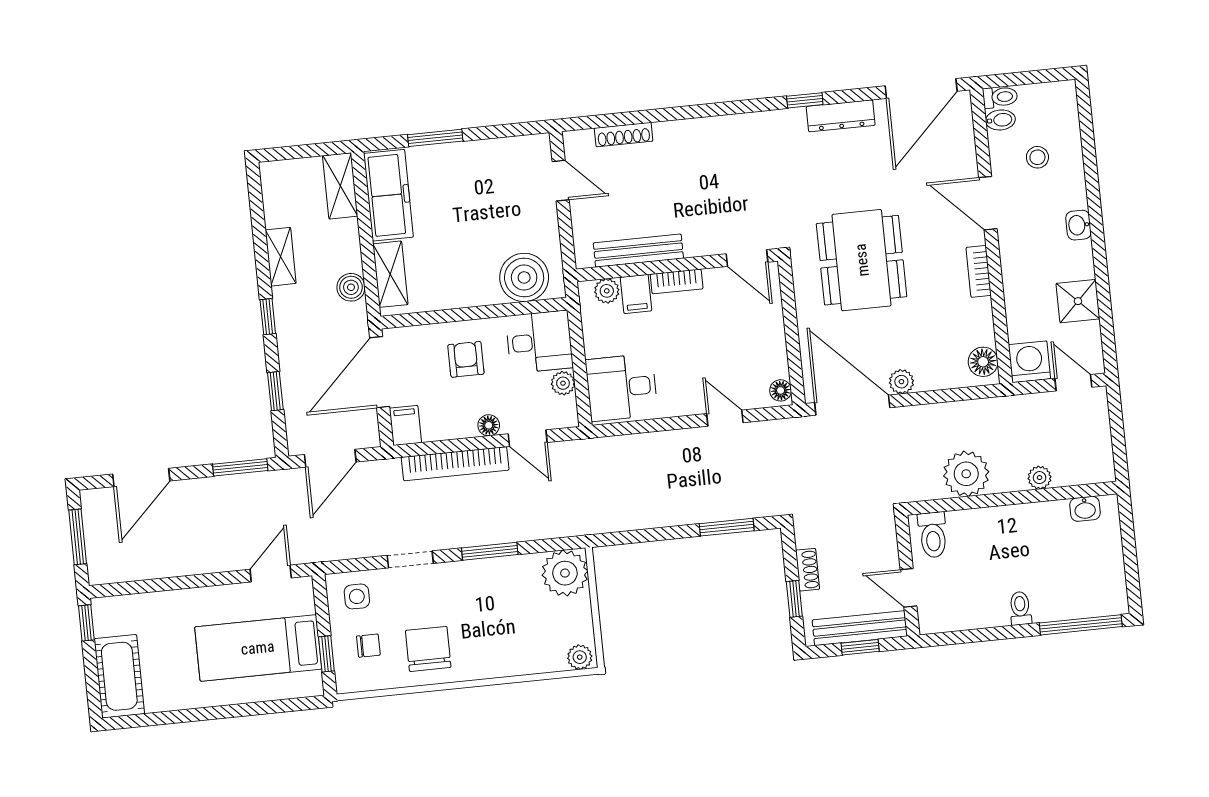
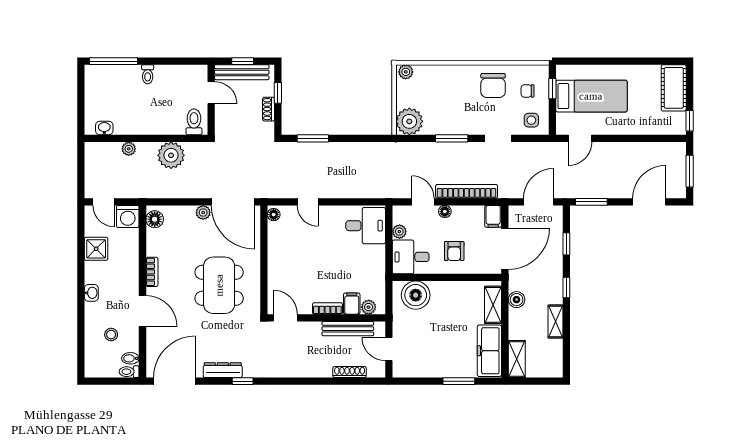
bench: (638, 251) -> (348, 329), moved
door: (747, 258) -> (285, 318), moved
wall: (677, 265) -> (326, 318), moved
bookcase: (677, 281) -> (327, 308), moved
plant: (607, 291) -> (369, 307), moved
filing cabinet: (636, 294) -> (352, 304), moved

